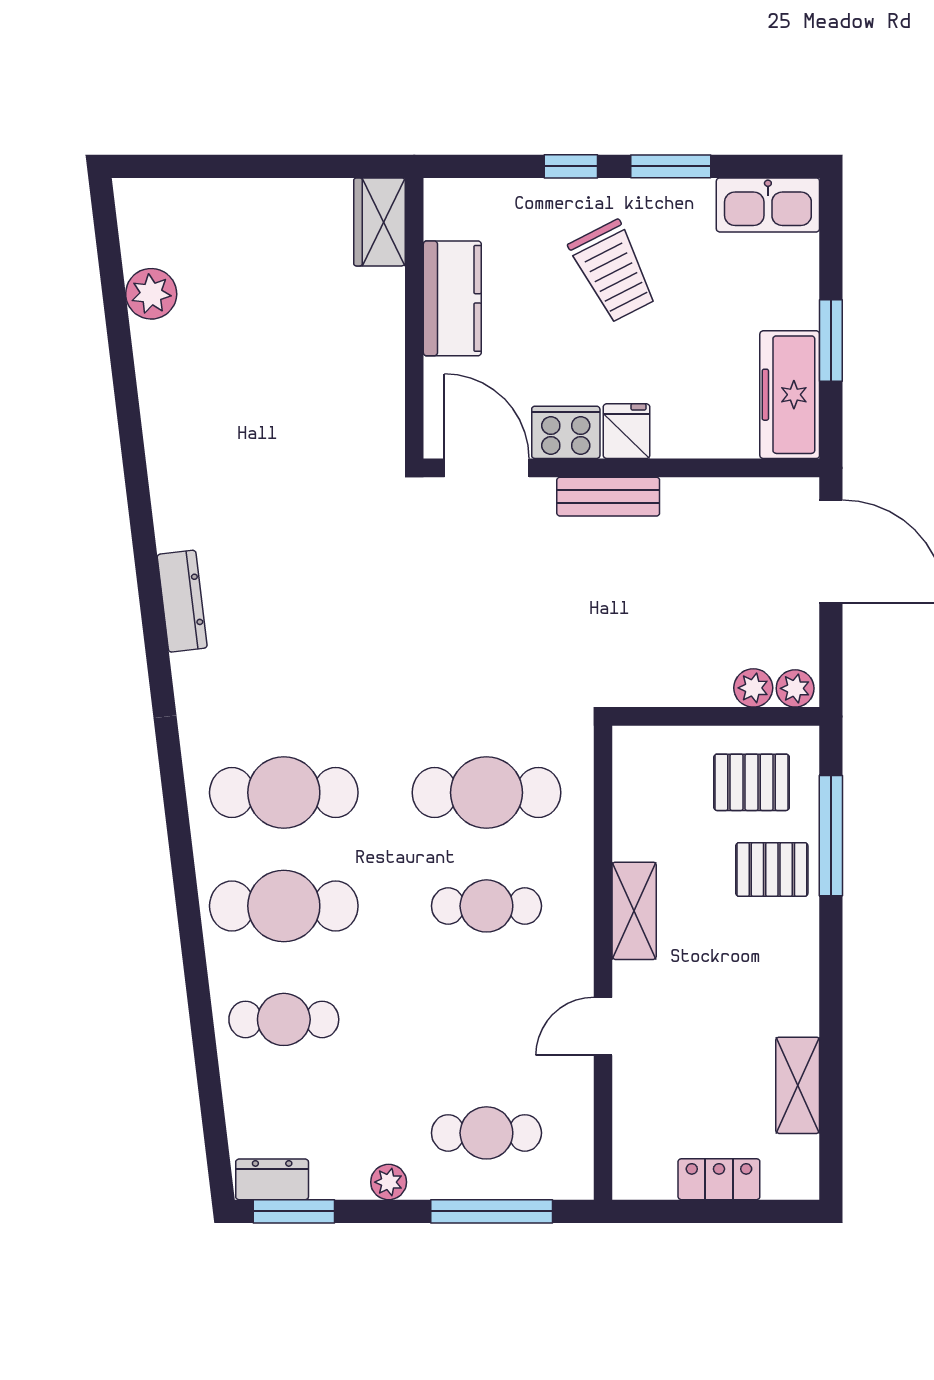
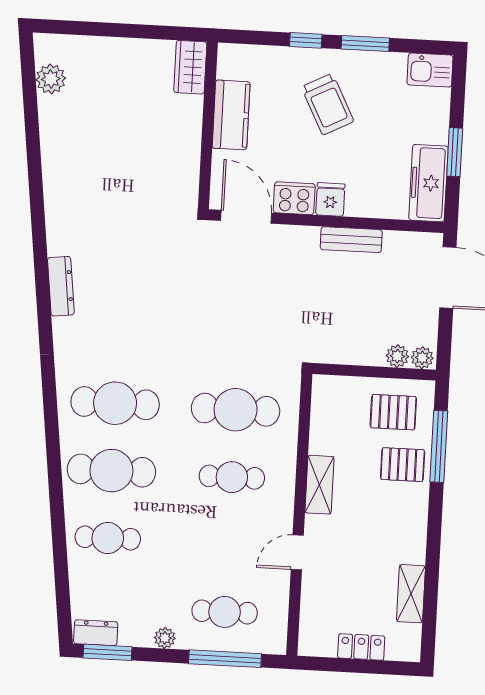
kitchen sink: (768, 205) -> (430, 70), width x0.73
plant: (151, 294) -> (51, 79), moved
bench: (608, 497) -> (351, 240), moved

